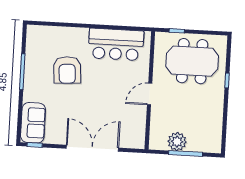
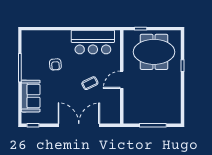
armchair: (67, 70) -> (55, 64), width x0.53, depth x0.53
coffee table: (109, 96) -> (90, 83), added
sofa: (33, 123) -> (31, 96), moved
plant: (177, 142) -> (146, 116), removed

